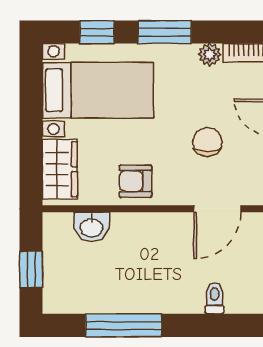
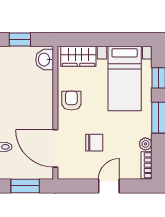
door: (217, 209) -> (55, 148), width x1.36
washbasin: (91, 227) -> (45, 60), moved

